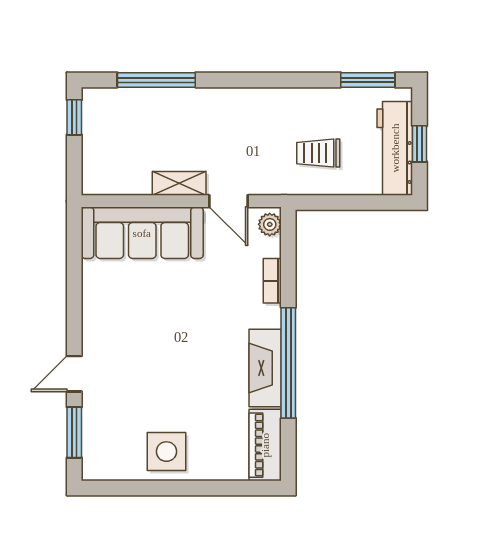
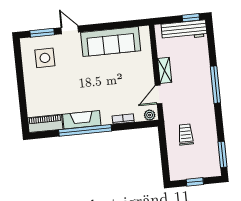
window: (156, 80) -> (215, 85), moved
workbench: (395, 148) -> (184, 30), moved, turned 180
sofa: (142, 233) -> (111, 42), moved, turned -90
side table: (166, 452) -> (45, 58), moved

